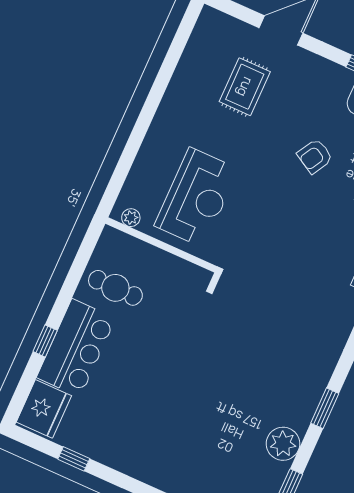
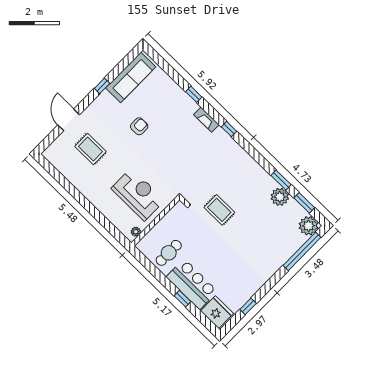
armchair: (315, 156) -> (139, 126), turned -120
rug: (222, 348) -> (219, 210), added
window: (325, 408) -> (281, 180), moved

